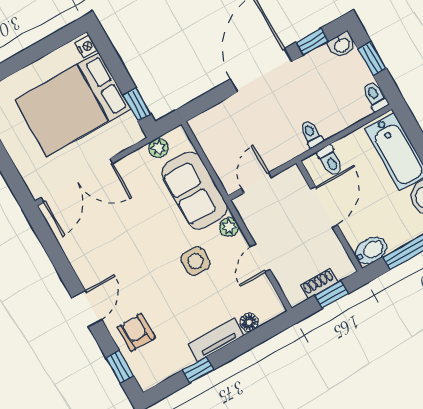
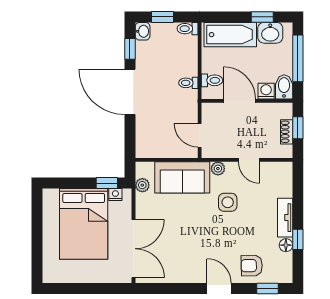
nightstand: (86, 47) -> (115, 195), moved
washing machine: (354, 232) -> (266, 91), added
floor lamp: (249, 322) -> (286, 245), moved

